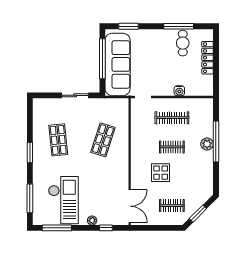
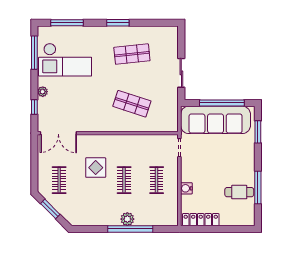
locker: (208, 58) -> (201, 220), moved
clothes rail: (172, 118) -> (157, 180), width x0.73

